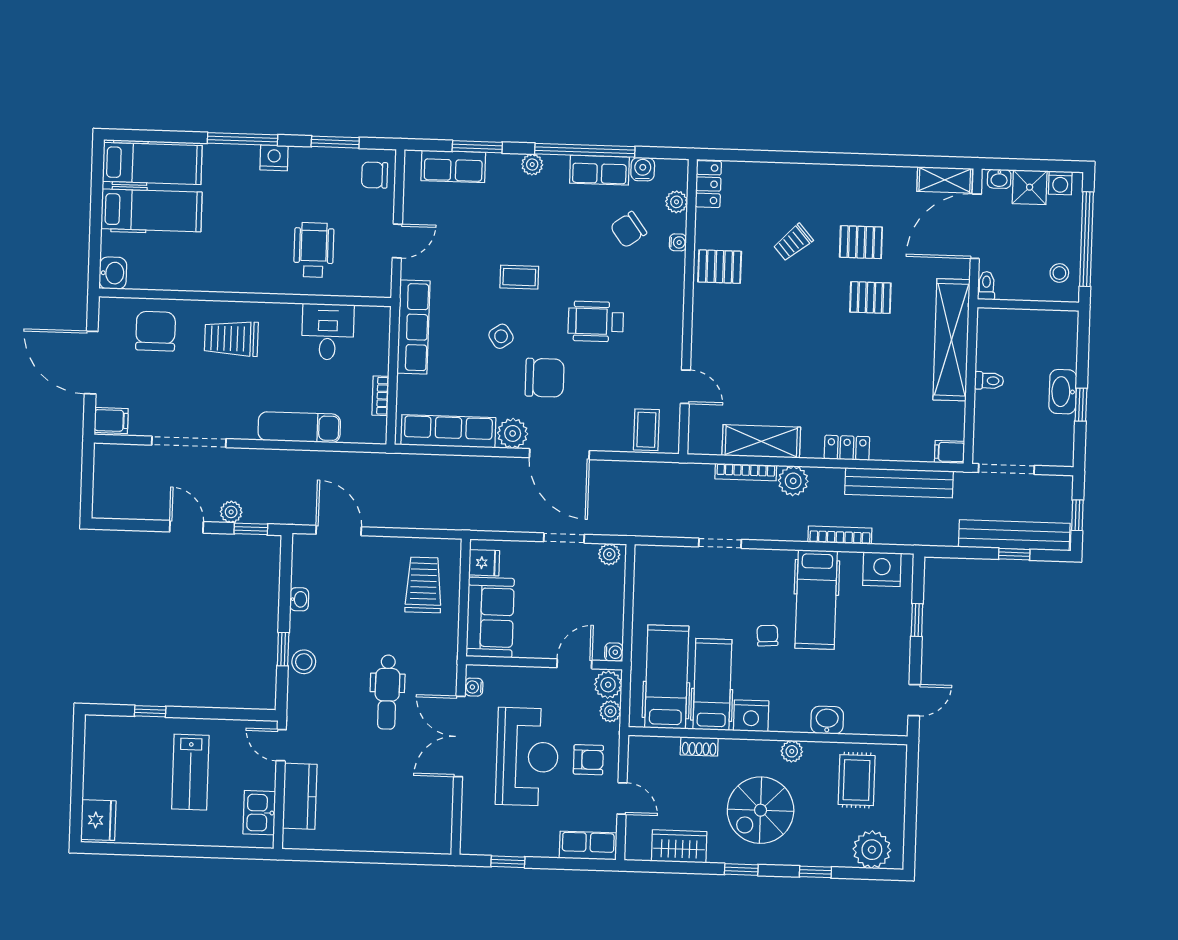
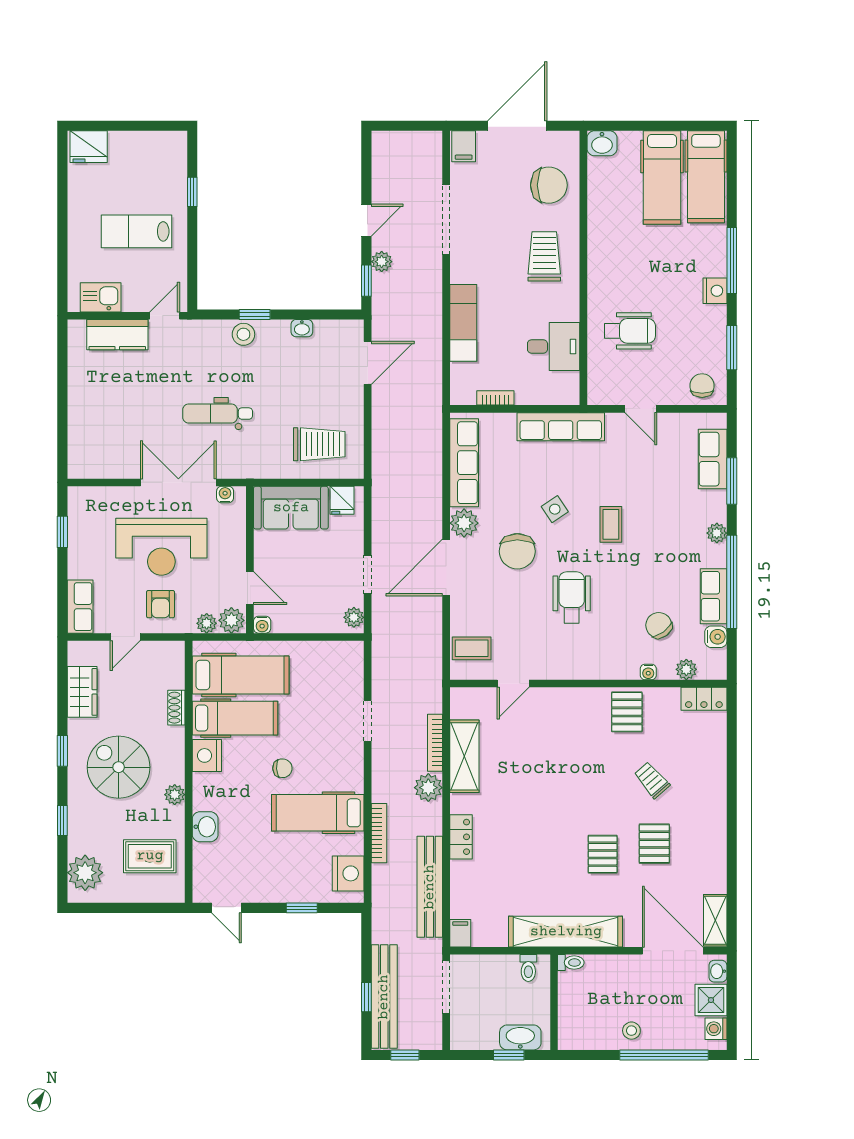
toilet: (986, 286) -> (571, 963), moved
wall: (1028, 305) -> (554, 1002), moved

